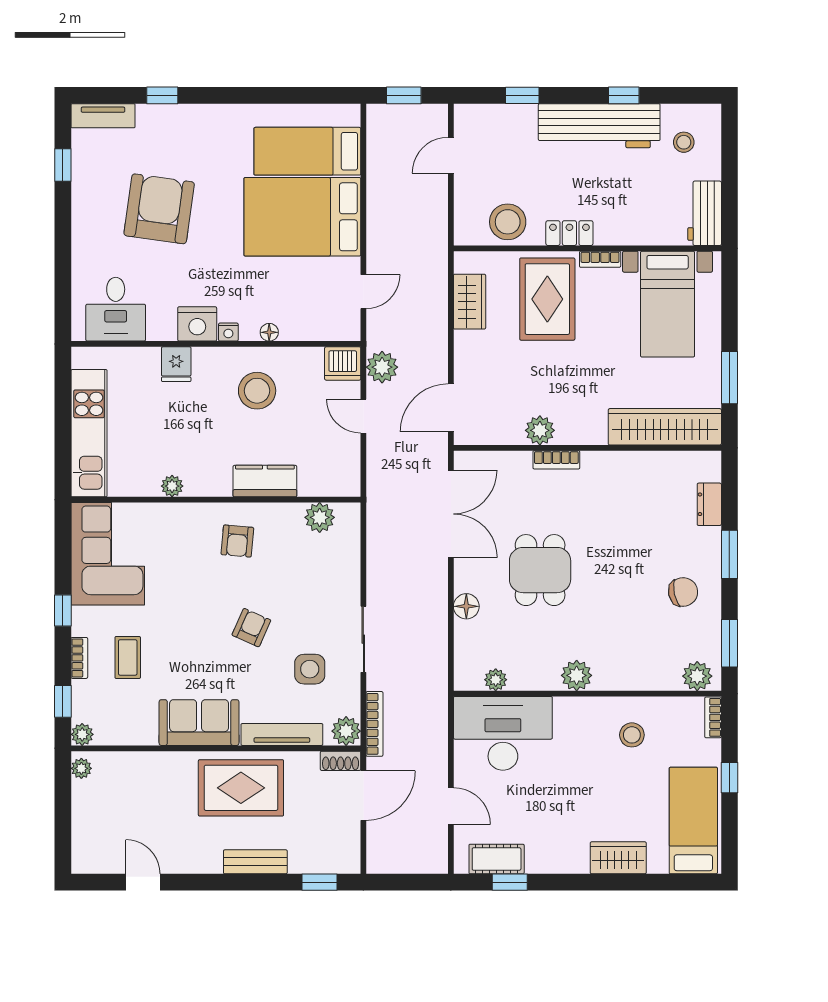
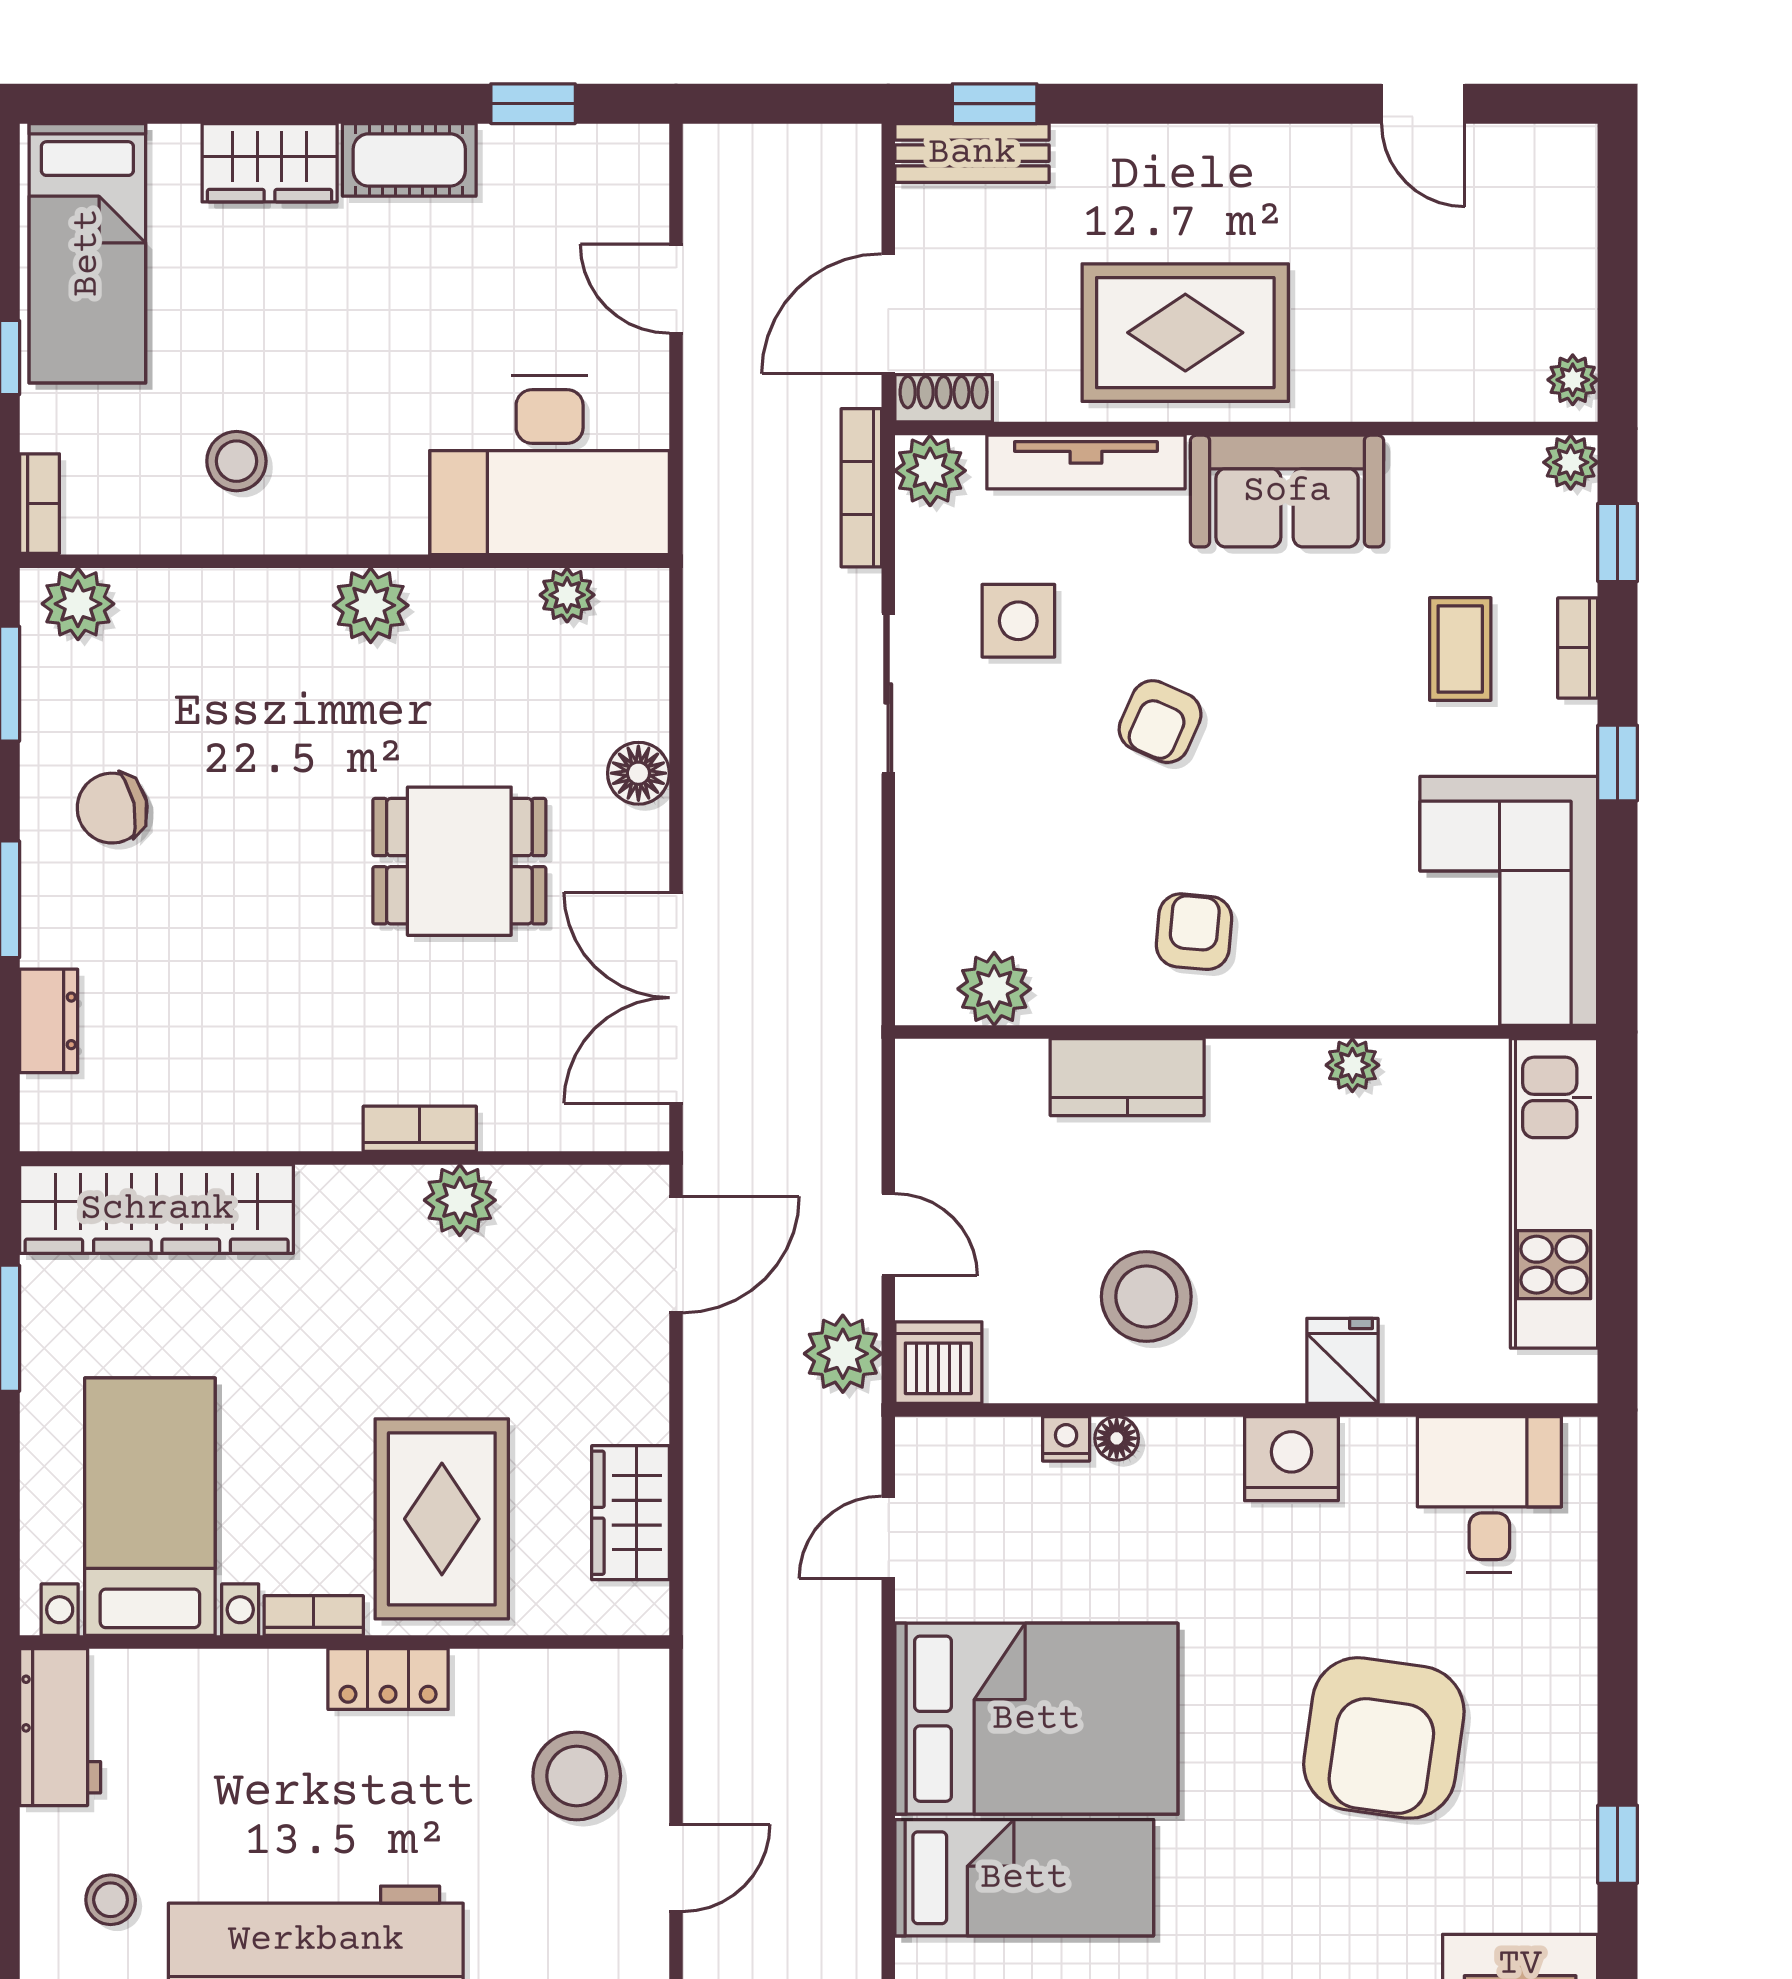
stool: (508, 222) -> (577, 1776), moved
nightstand: (228, 332) -> (1066, 1439), moved
dining table: (540, 570) -> (459, 861), turned 90
cot: (497, 859) -> (409, 160), moved
bench: (255, 862) -> (972, 153), moved

